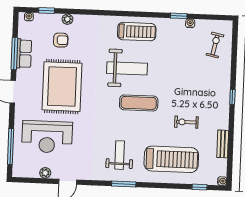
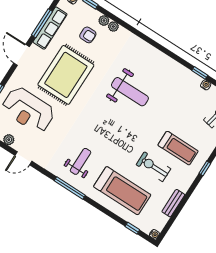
plant: (79, 20) -> (113, 27), added
treadmill: (137, 32) -> (178, 148), moved
row of seats: (24, 54) -> (50, 28), width x1.48
exercise mat: (139, 103) -> (123, 127), removed
exercise bike: (186, 122) -> (153, 167), width x1.38, depth x1.39
window: (124, 184) -> (70, 188), width x1.44

